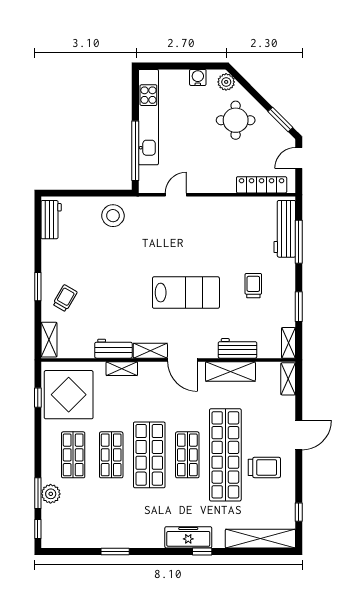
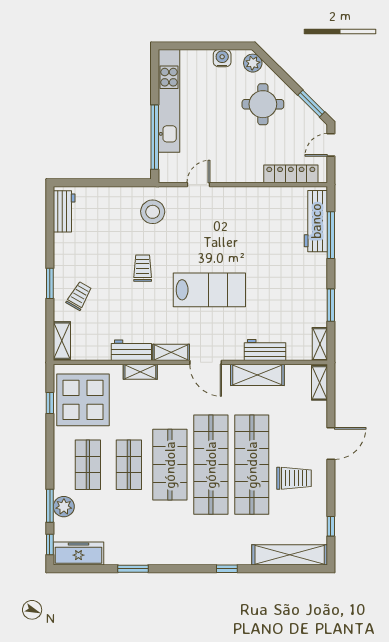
stool: (113, 216) -> (153, 212), moved
trolley: (253, 286) -> (143, 268), moved
shop shelf: (187, 455) -> (211, 465), width x2.00, depth x1.36
freezer: (188, 537) -> (78, 554), moved

